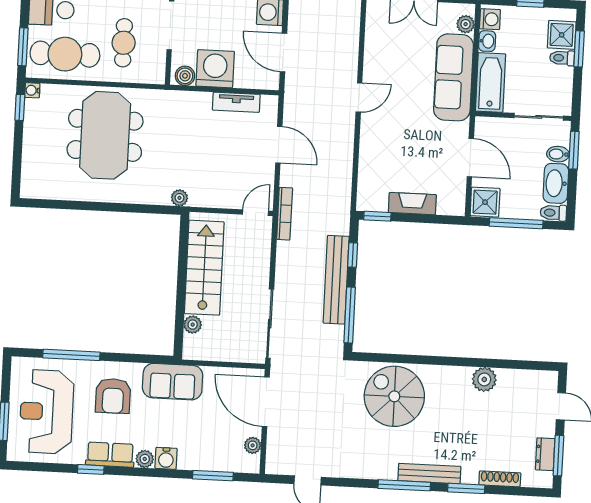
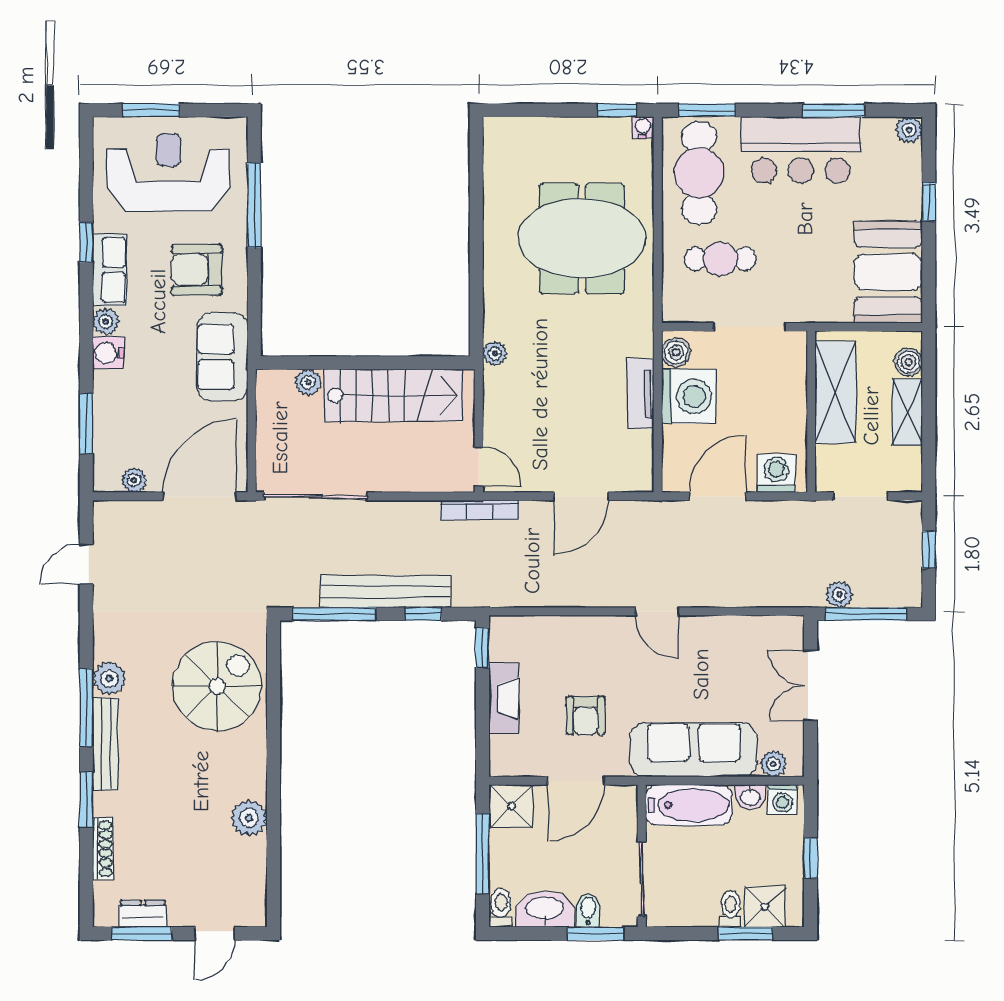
tv unit: (236, 102) -> (641, 394), moved
armchair: (427, 149) -> (586, 716), added
plant: (385, 469) -> (109, 678), added

